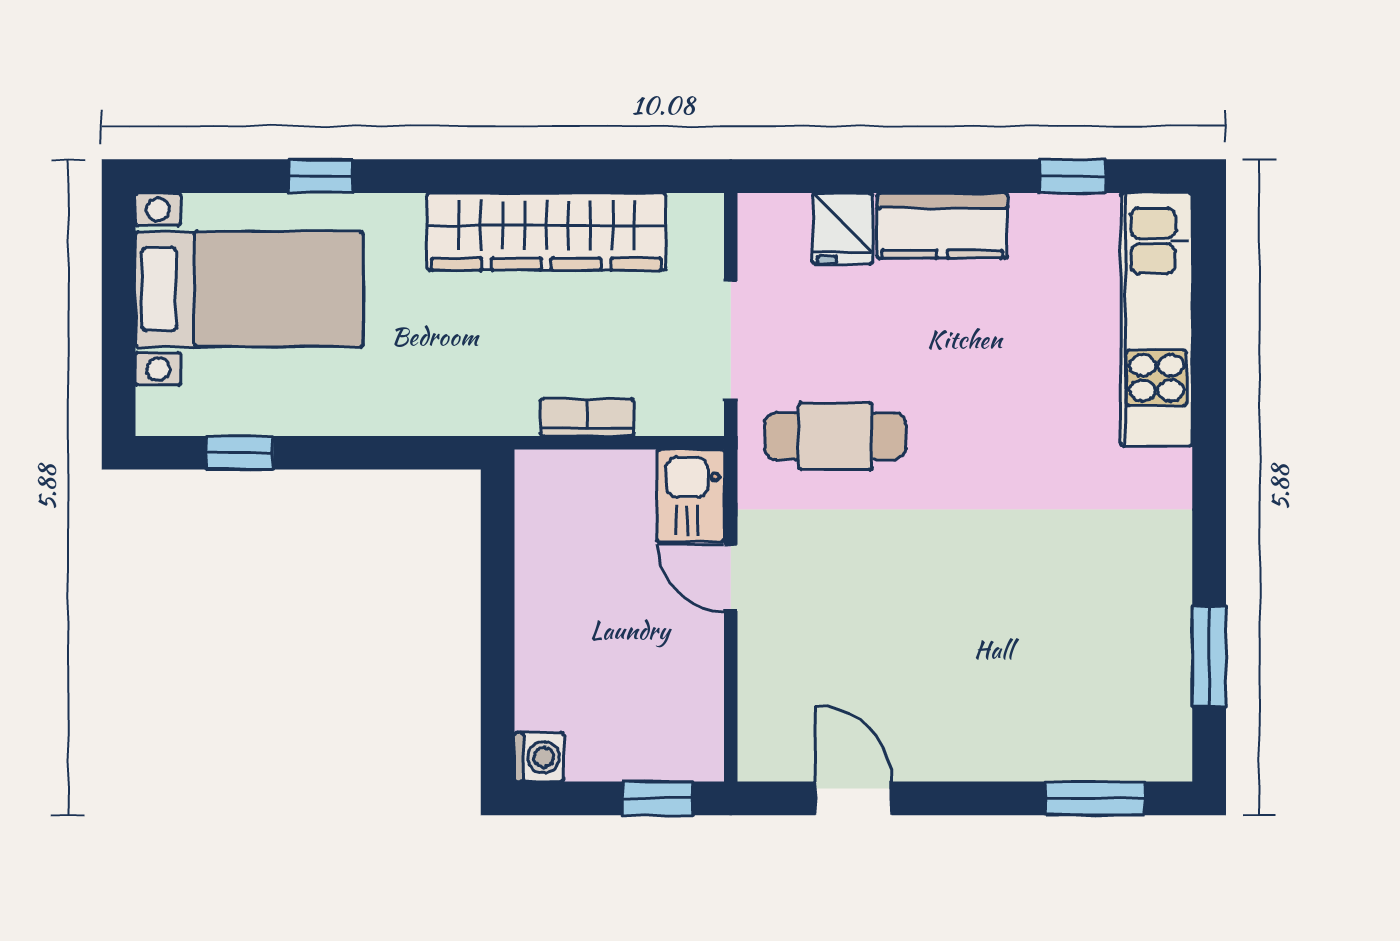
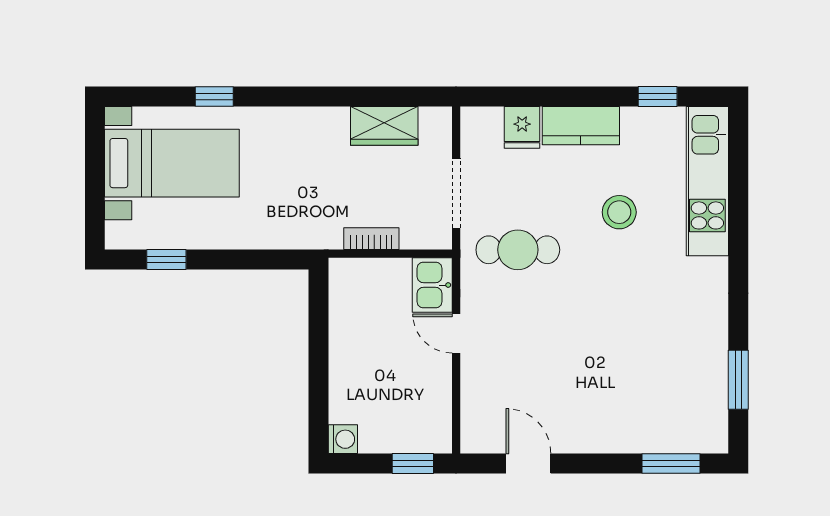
wardrobe: (546, 232) -> (384, 126), width x0.48, depth x0.85
stool: (1007, 372) -> (619, 212), added

